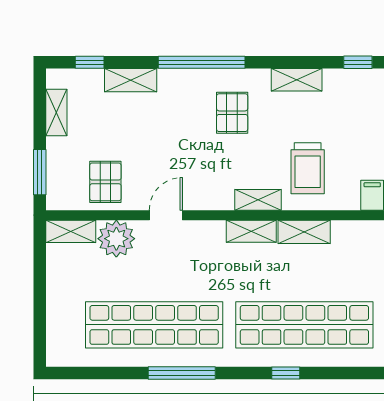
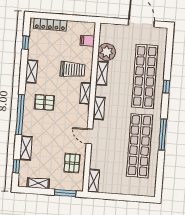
pallet: (105, 182) -> (72, 163), turned 90
shelving: (251, 231) -> (99, 108), moved
plant: (116, 239) -> (107, 52), moved

